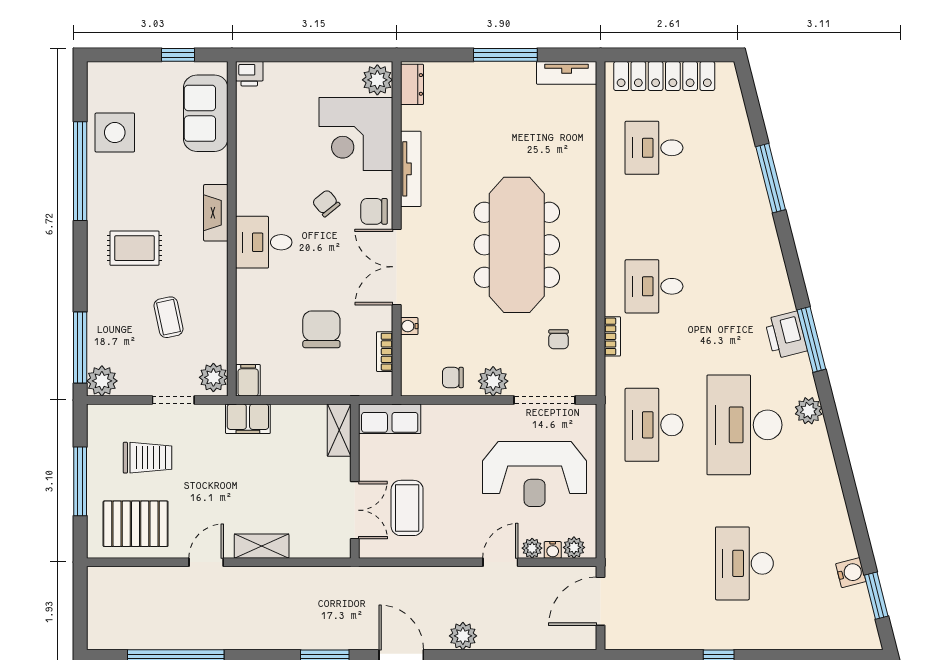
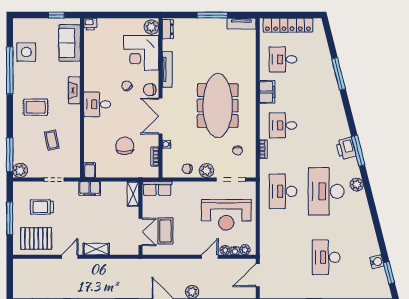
filing cabinet: (620, 216) -> (267, 92), added
plant: (213, 377) -> (73, 169), removed
trolley: (148, 458) -> (42, 207), turned 180

